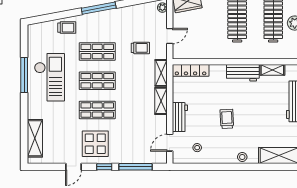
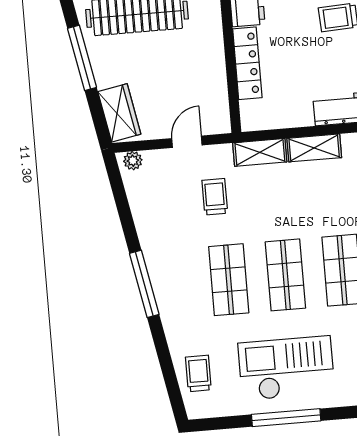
trolley: (67, 28) -> (198, 373), moved
door: (170, 36) -> (187, 142), hinge flipped
locker: (191, 70) -> (247, 63), moved

